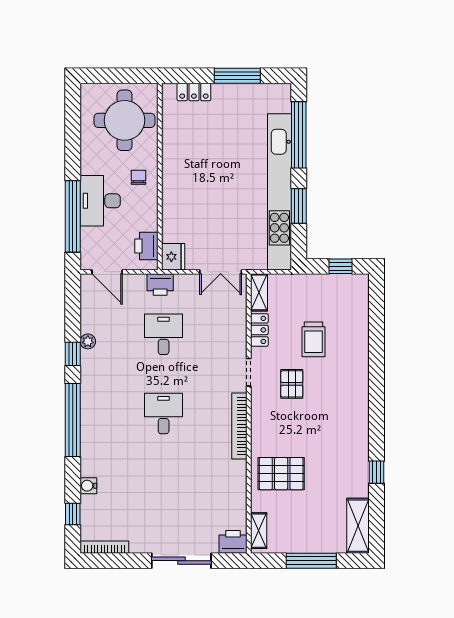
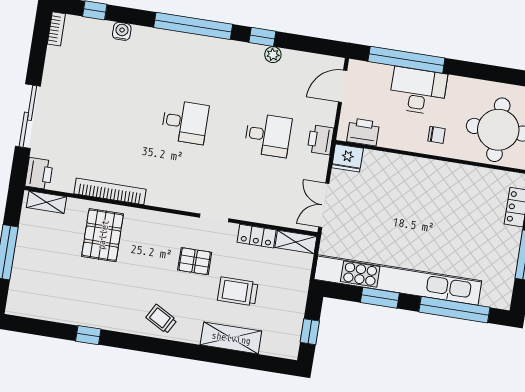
trolley: (351, 406) -> (161, 319), added
bookcase: (239, 426) -> (110, 191), moved
shelving: (358, 526) -> (231, 338), moved
bookcase: (104, 547) -> (56, 29), width x0.64

